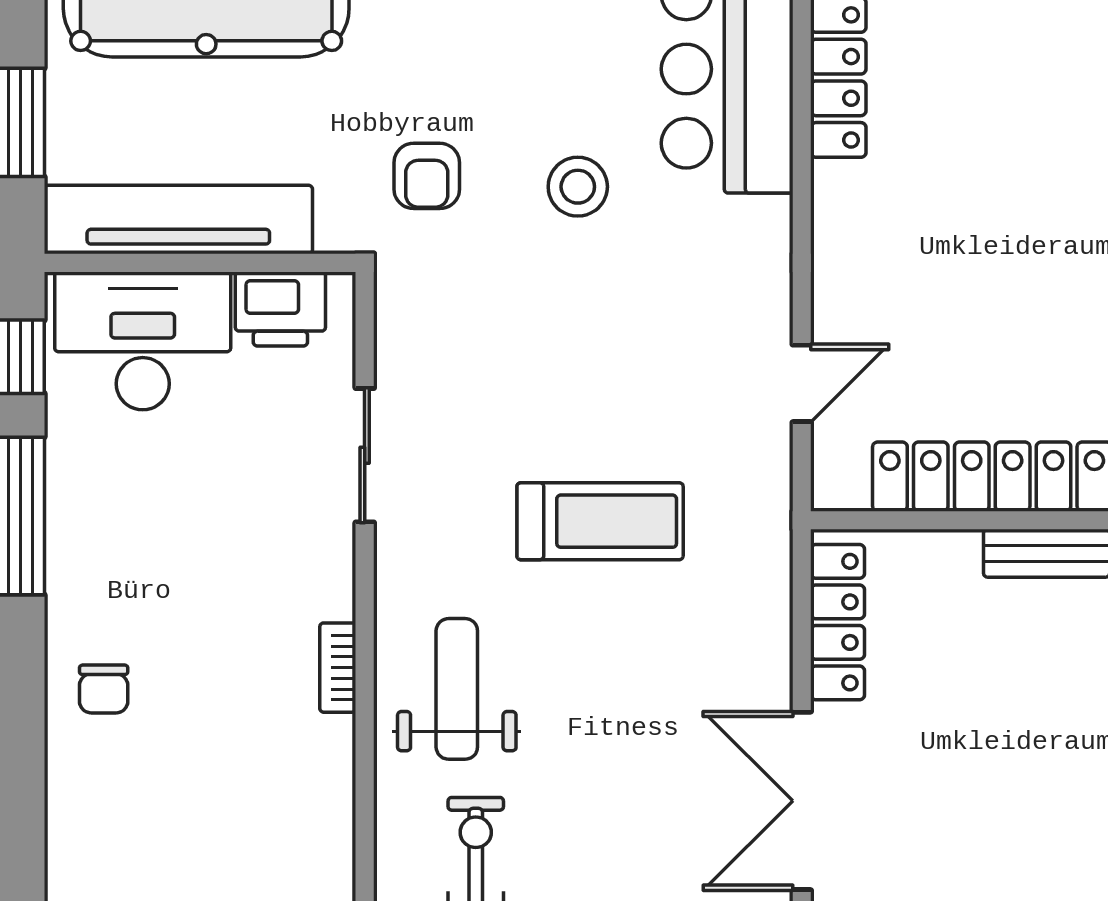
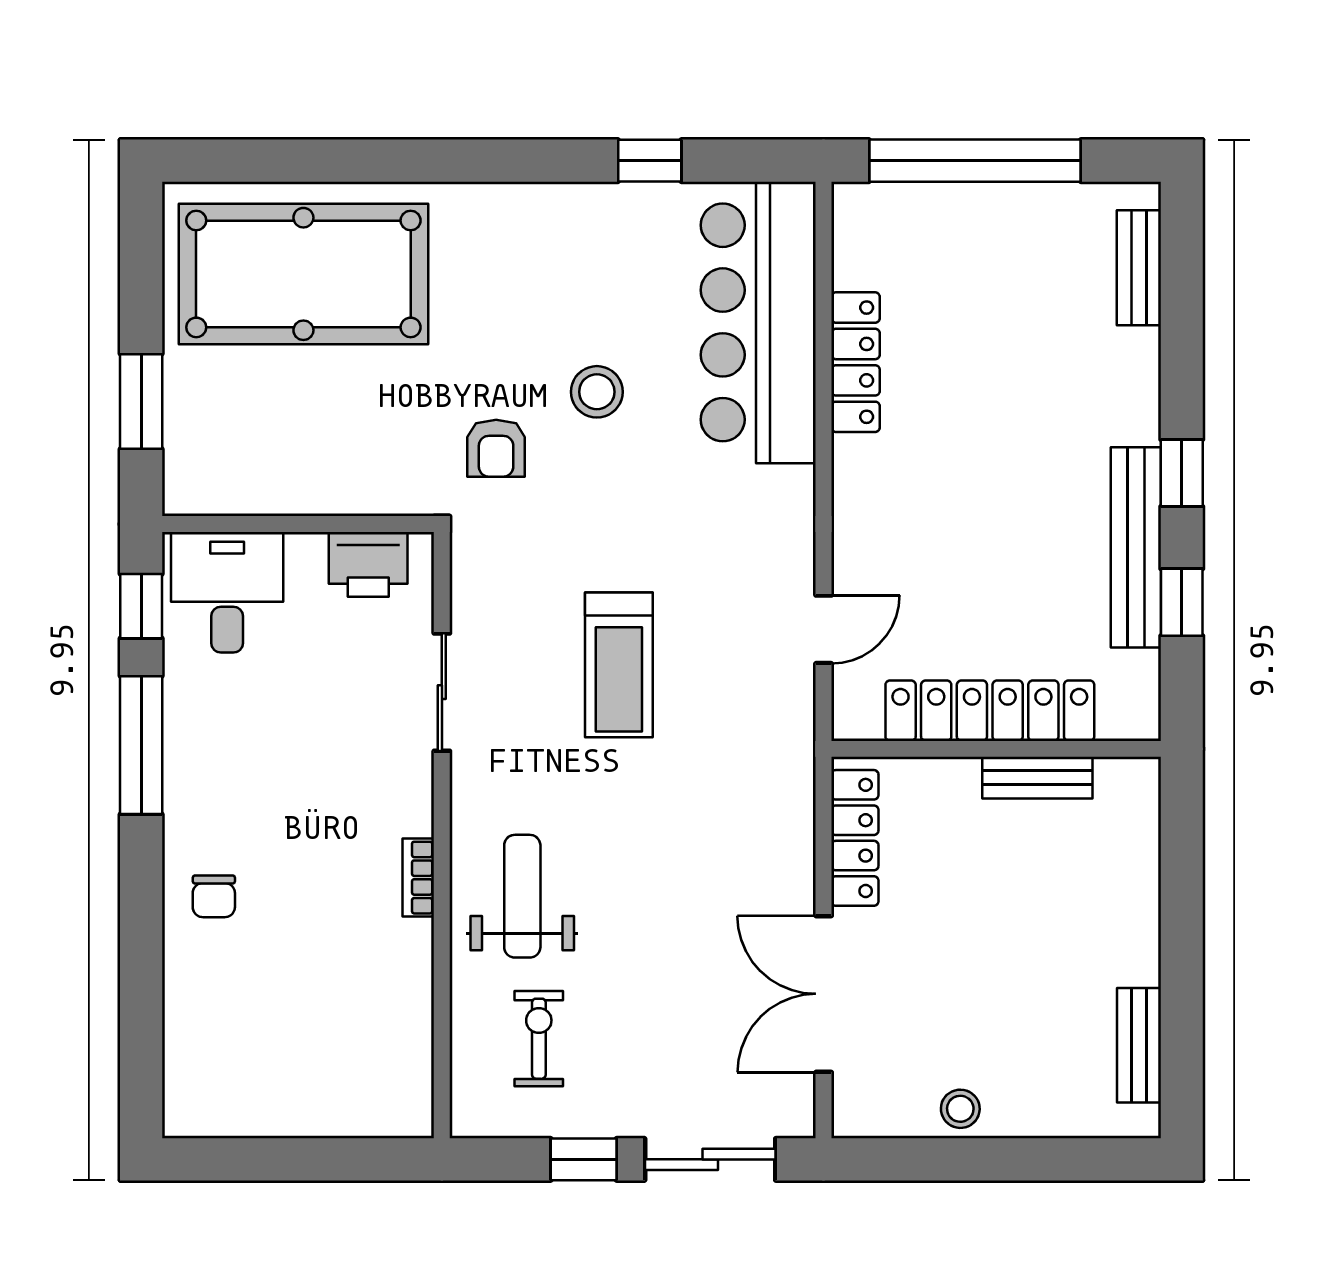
stool: (578, 187) -> (597, 392), moved
tv unit: (178, 219) -> (279, 486), removed
desk: (143, 341) -> (227, 592), width x0.73
treadmill: (600, 521) -> (619, 665), moved, turned 90

